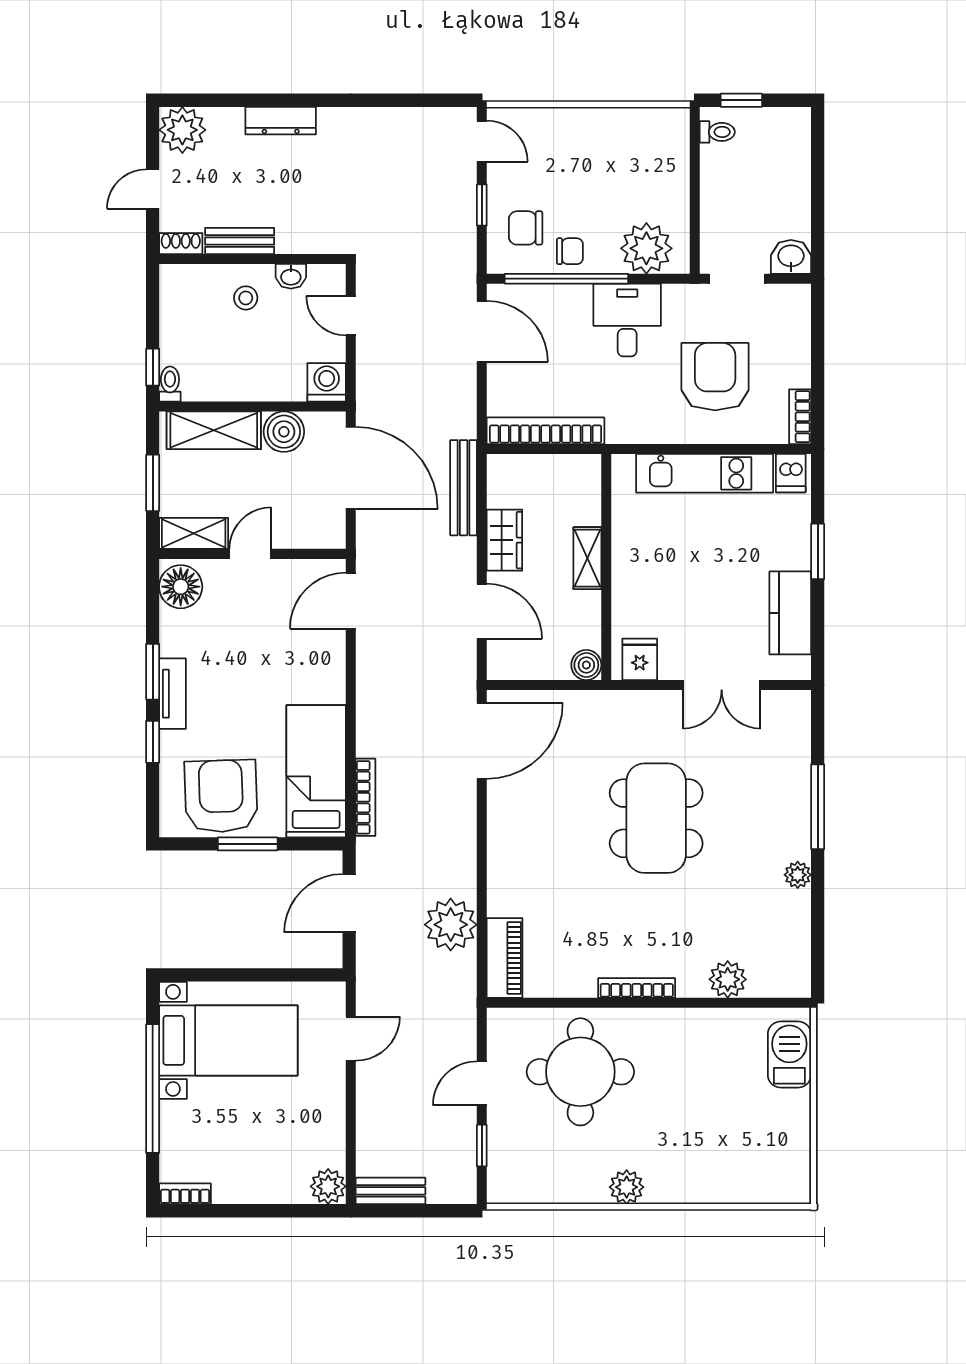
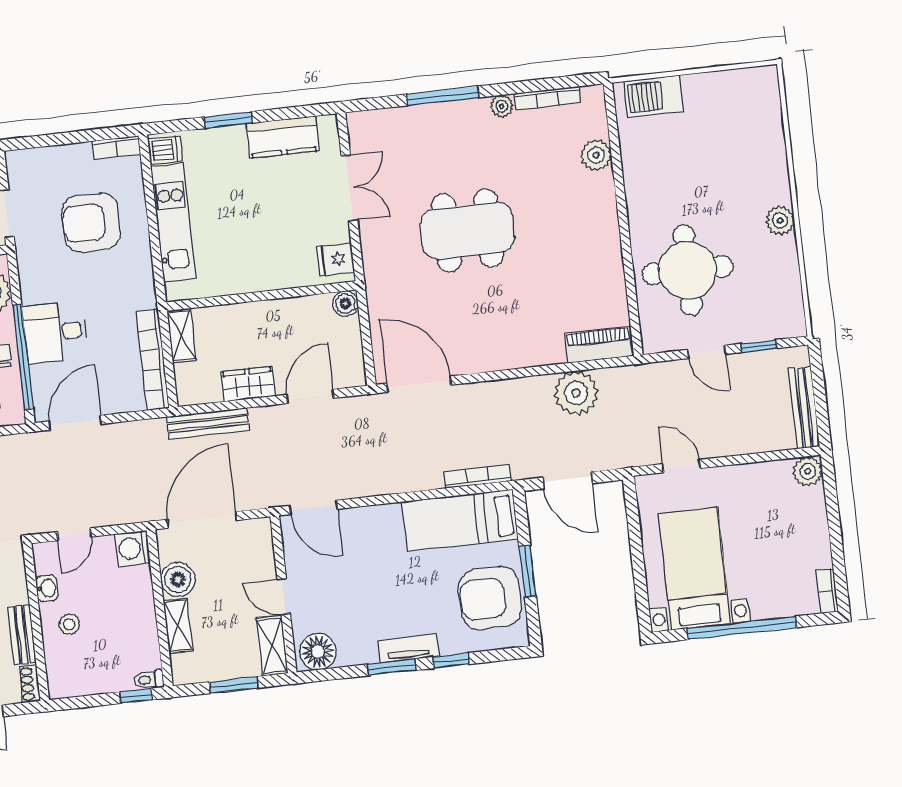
desk: (627, 320) -> (55, 332), moved
shelving: (214, 430) -> (178, 626), width x0.67, depth x0.75
shelving: (587, 558) -> (181, 335), moved, turned 90
bookcase: (637, 988) -> (547, 98), moved, turned -90
bench: (391, 1191) -> (804, 408), width x1.36

